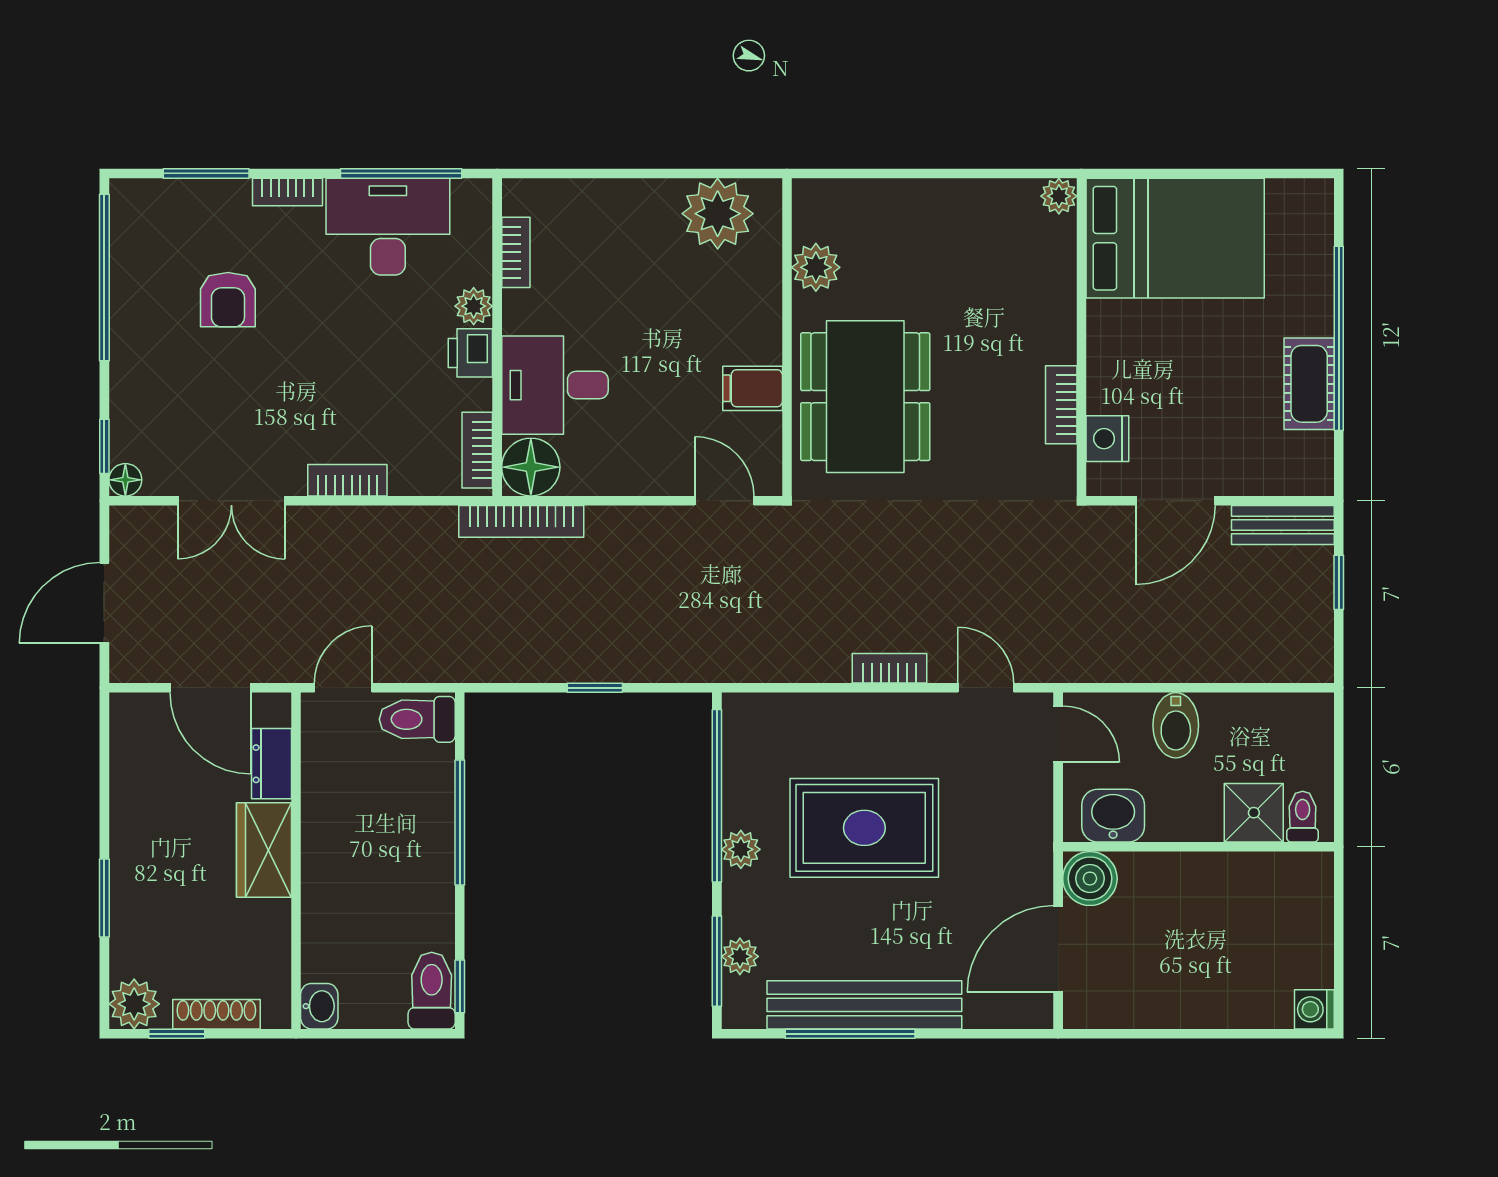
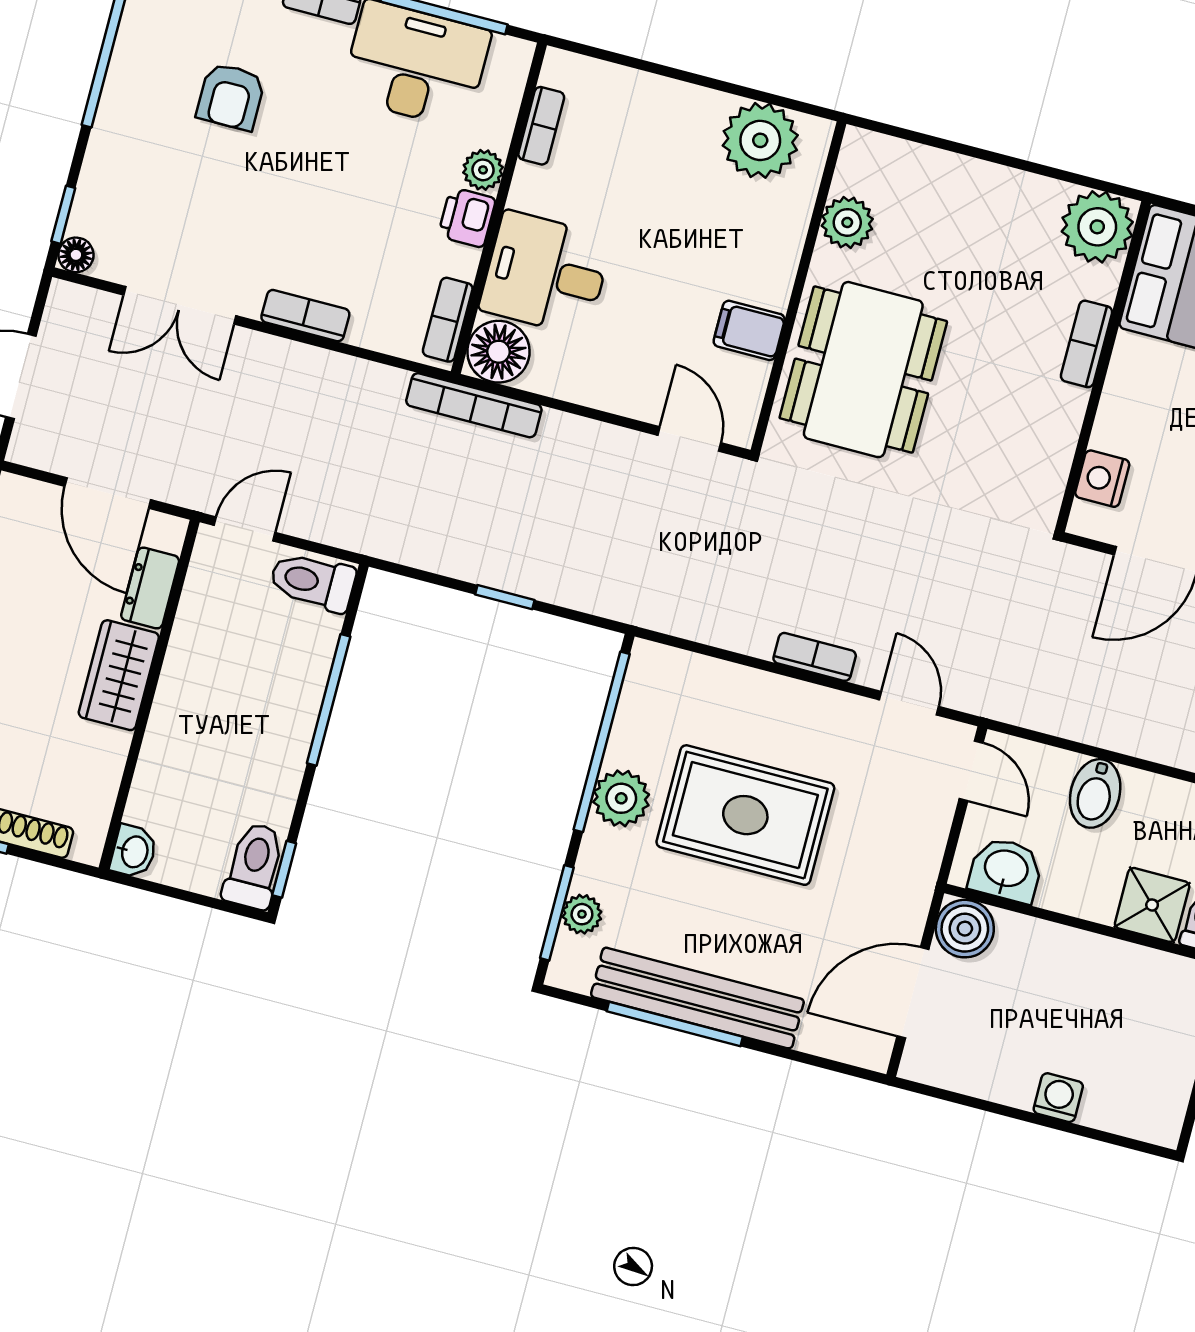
plant: (1059, 196) -> (1097, 227), width x1.88, depth x1.88
bookcase: (1061, 405) -> (1087, 344), moved
plant: (741, 849) -> (621, 798), width x1.38, depth x1.38
washing machine: (1314, 1009) -> (1058, 1098), moved, turned 90

